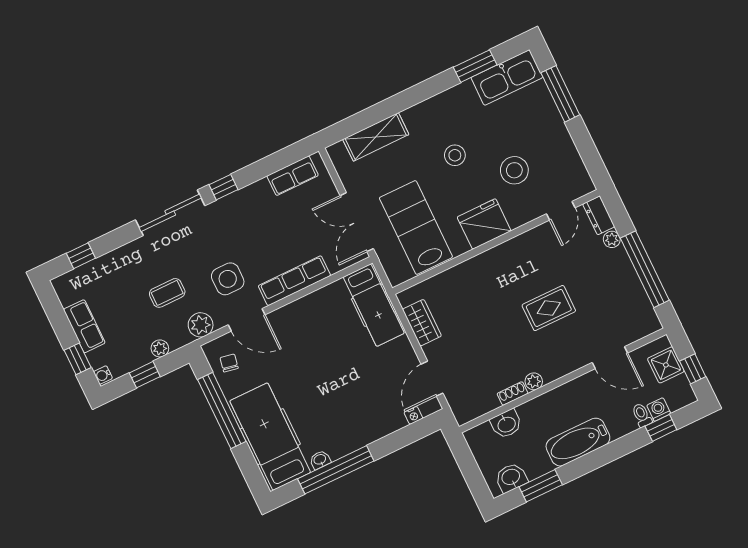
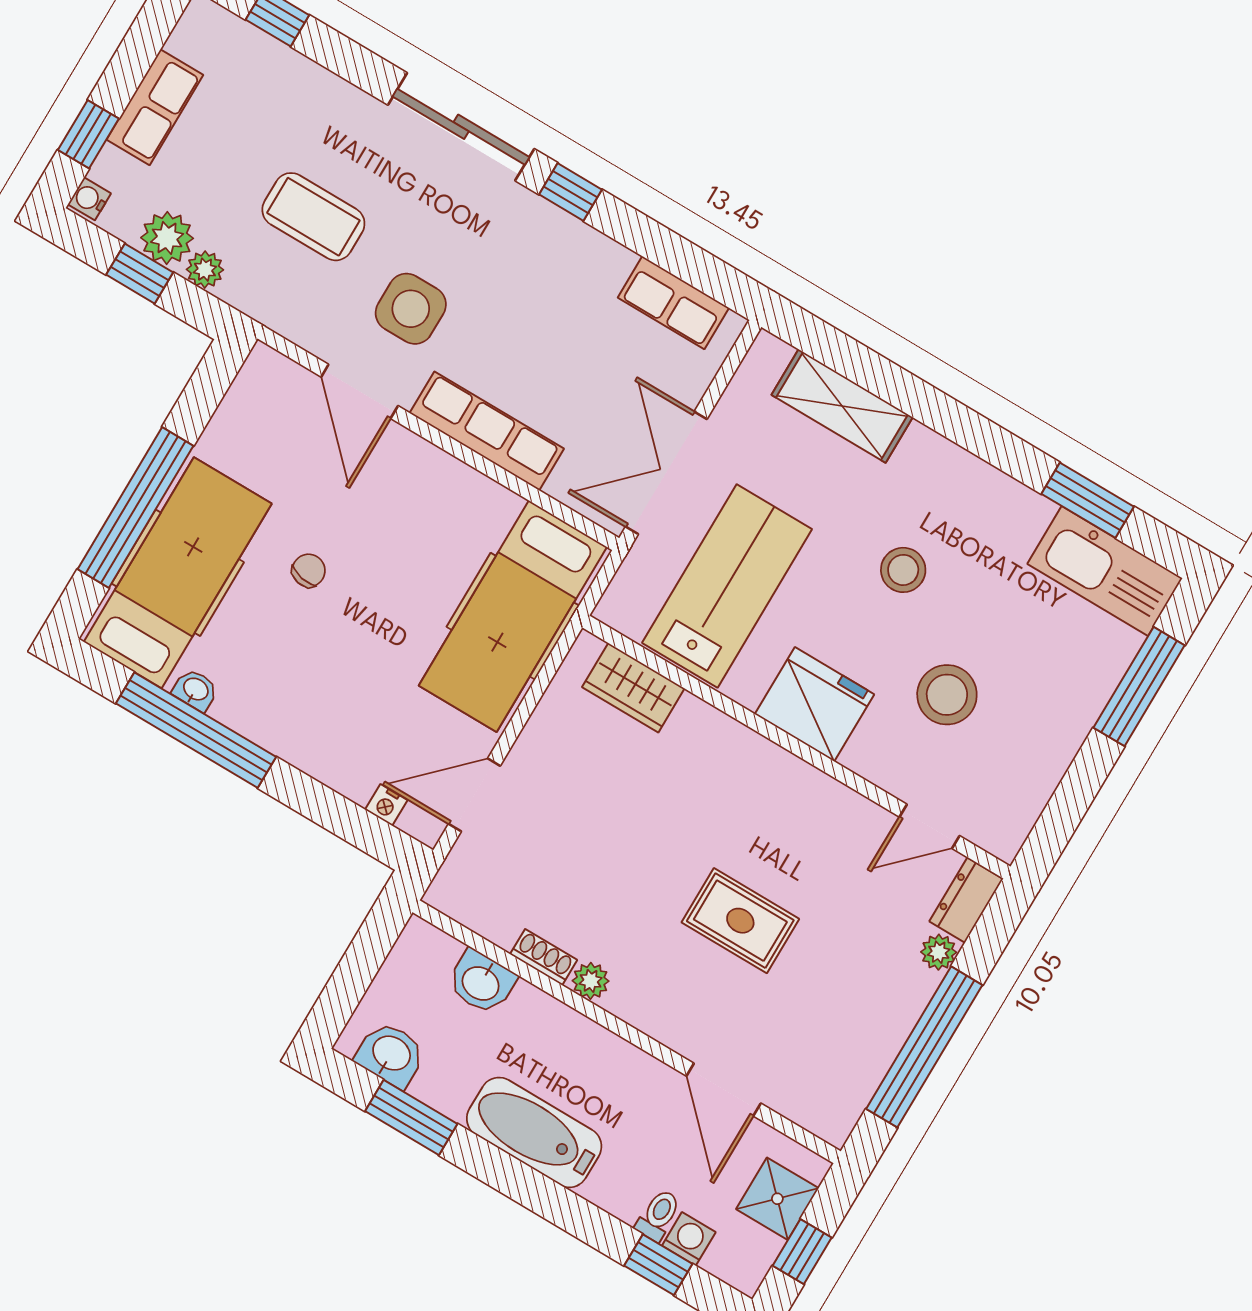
coffee table: (167, 293) -> (313, 217), width x1.36, depth x1.30
hospital bed: (374, 305) -> (513, 616), width x1.37, depth x1.29
wardrobe: (422, 323) -> (633, 688), moved, turned 90
plant: (201, 325) -> (167, 238), moved
chair: (229, 363) -> (309, 570), moved
window: (222, 410) -> (135, 508), moved

